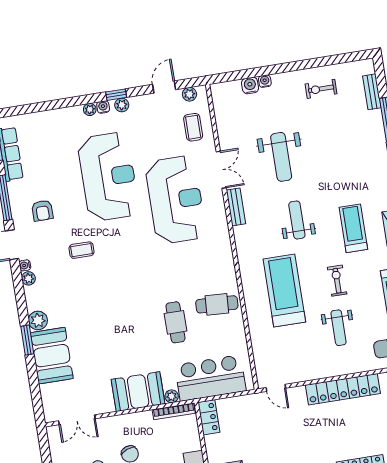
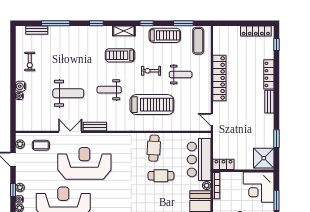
water cooler: (250, 85) -> (21, 86), moved
treadmill: (284, 291) -> (152, 105), turned 180
door: (276, 388) -> (212, 120), swing flipped

